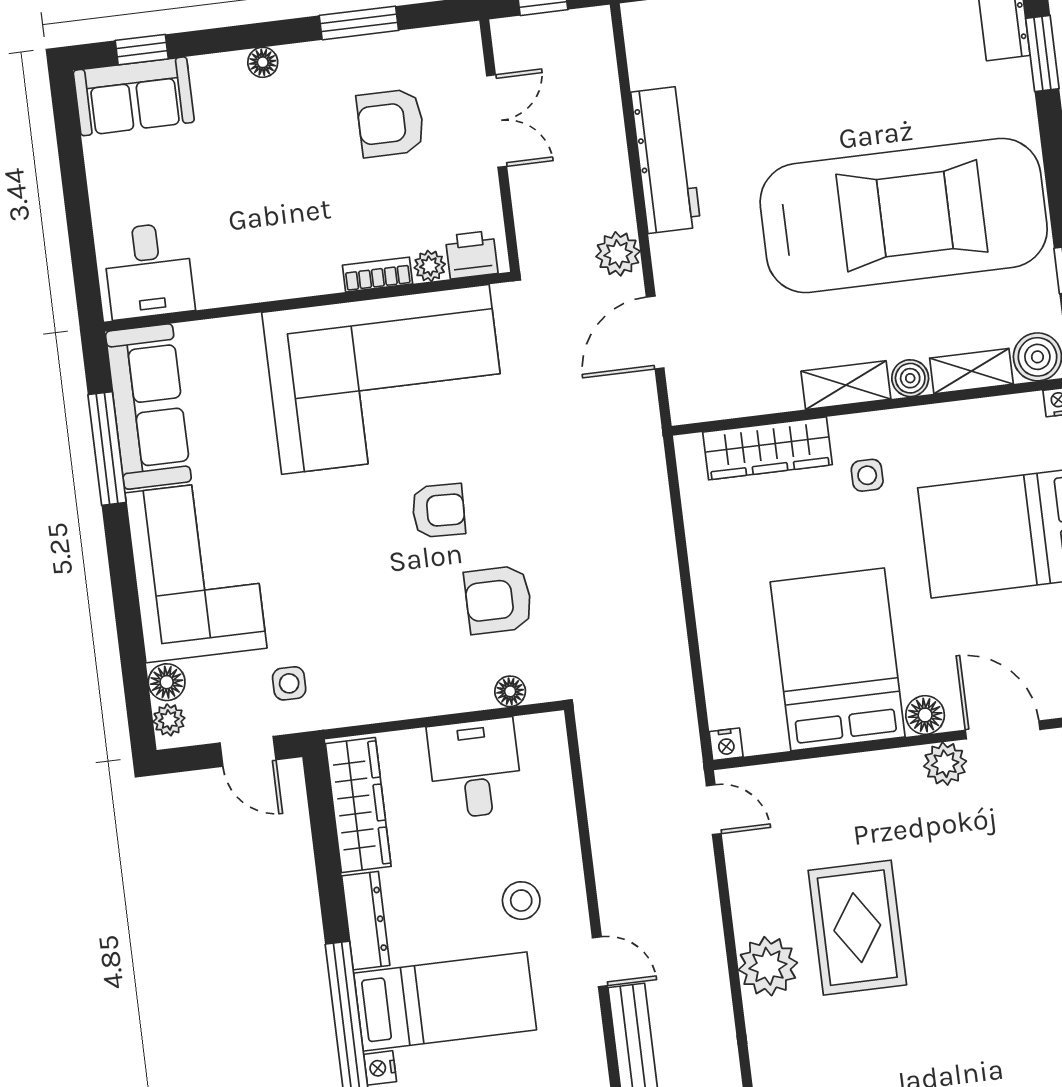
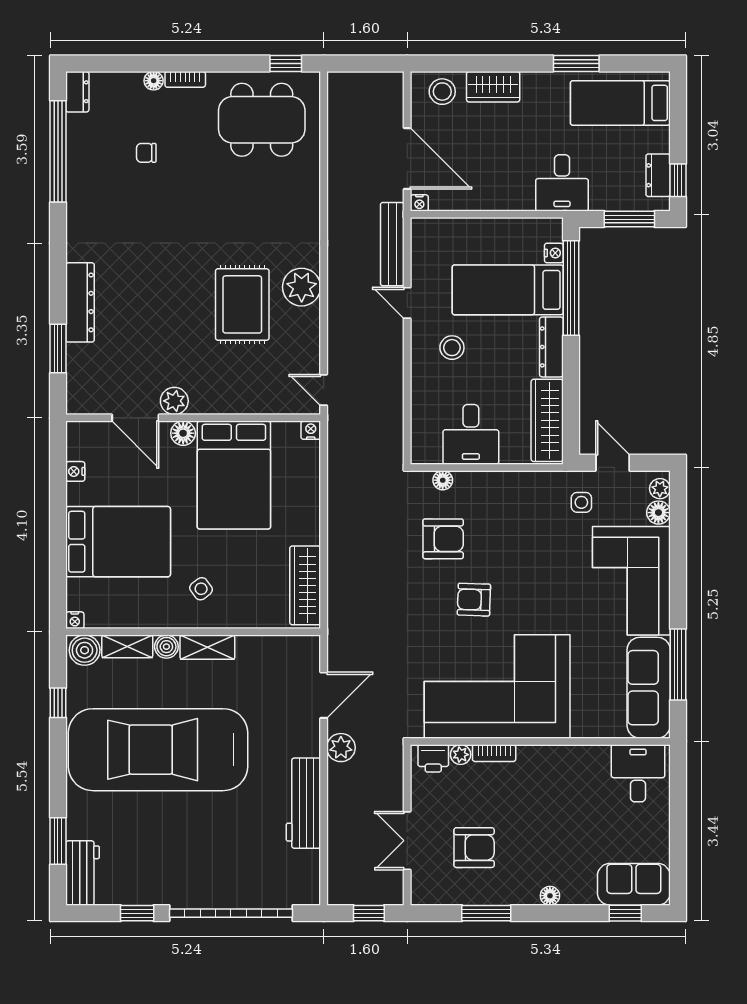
wardrobe: (768, 448) -> (305, 585), moved, turned -90
side table: (867, 475) -> (201, 589), turned -37

